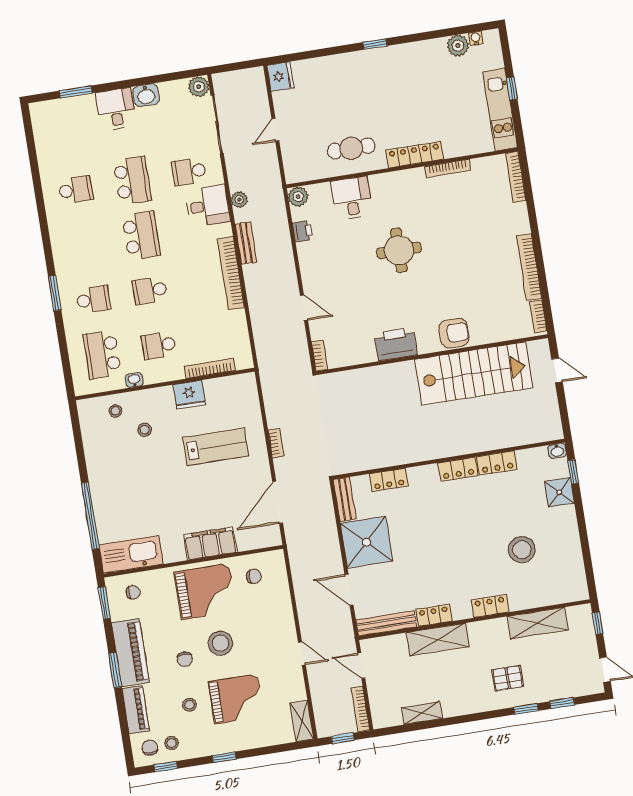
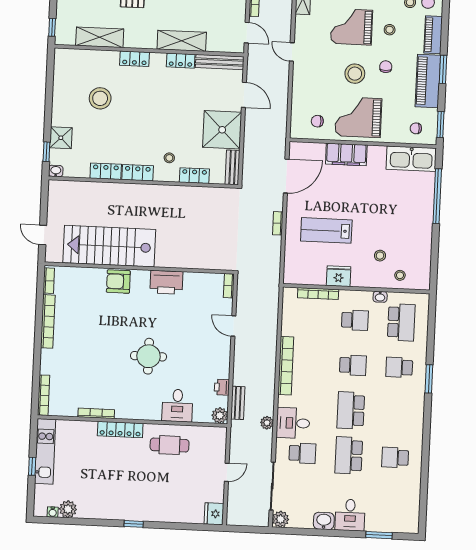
bench: (246, 243) -> (238, 403), moved
stool: (423, 495) -> (169, 158), added

